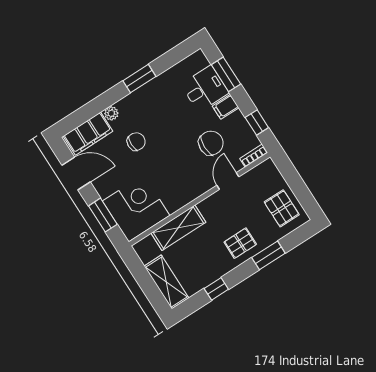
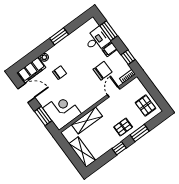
window: (216, 289) -> (119, 148), moved

